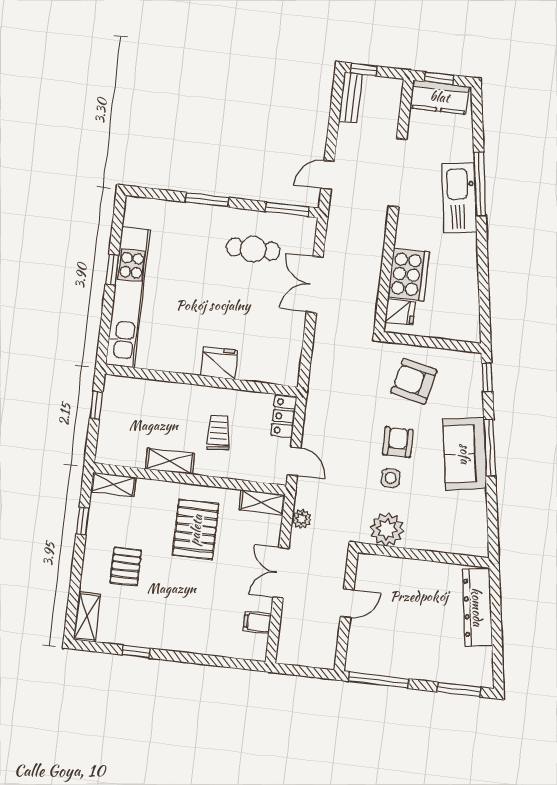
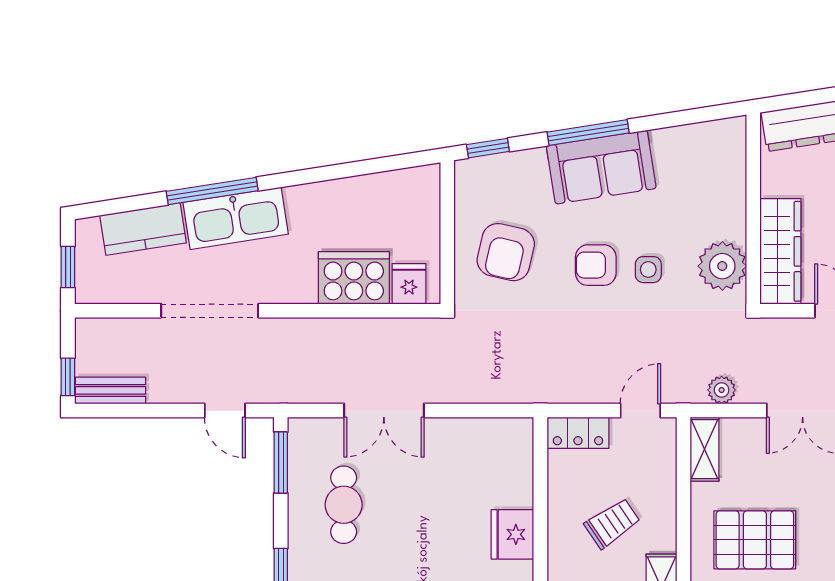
kitchen counter: (440, 97) -> (143, 229), moved, turned 81
trolley: (219, 433) -> (612, 523), turned 150
wardrobe: (392, 570) -> (780, 251), added

